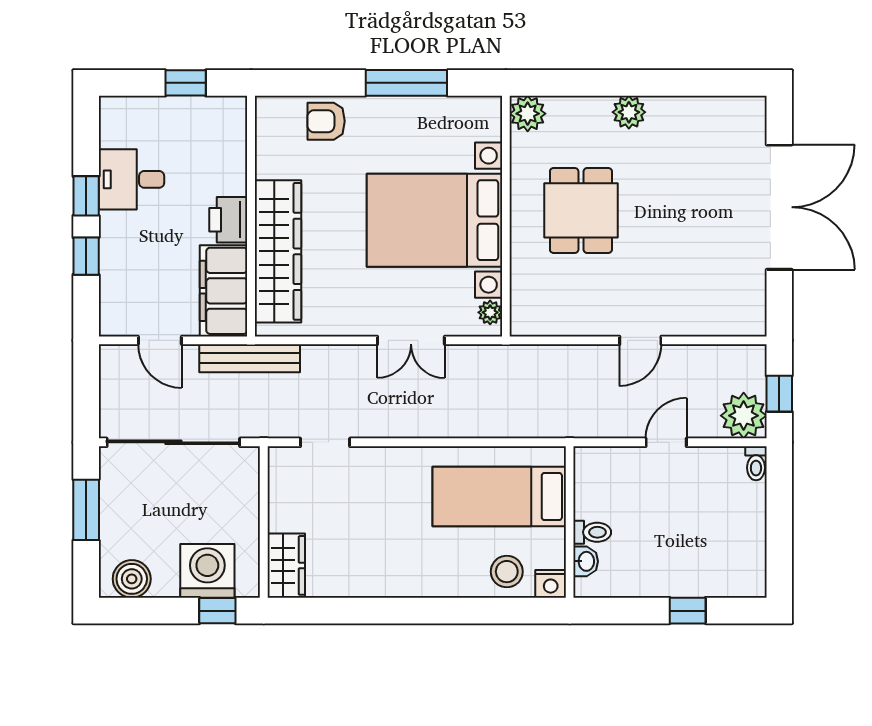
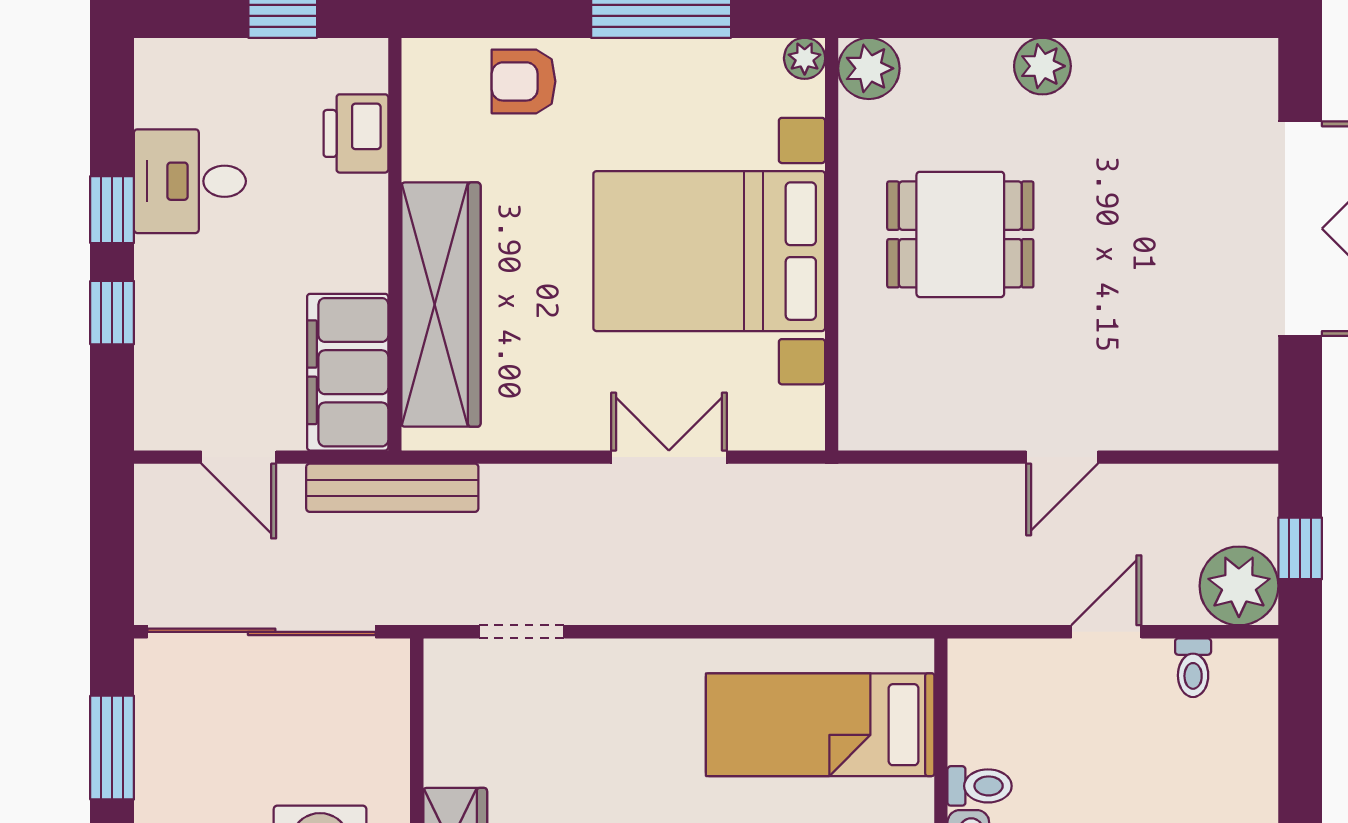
dining table: (581, 210) -> (960, 234), turned 90
printer: (228, 220) -> (356, 133), moved
plant: (490, 312) -> (805, 58), moved
double door: (411, 340) -> (669, 457), swing flipped
toilet: (756, 463) -> (1193, 668), moved

